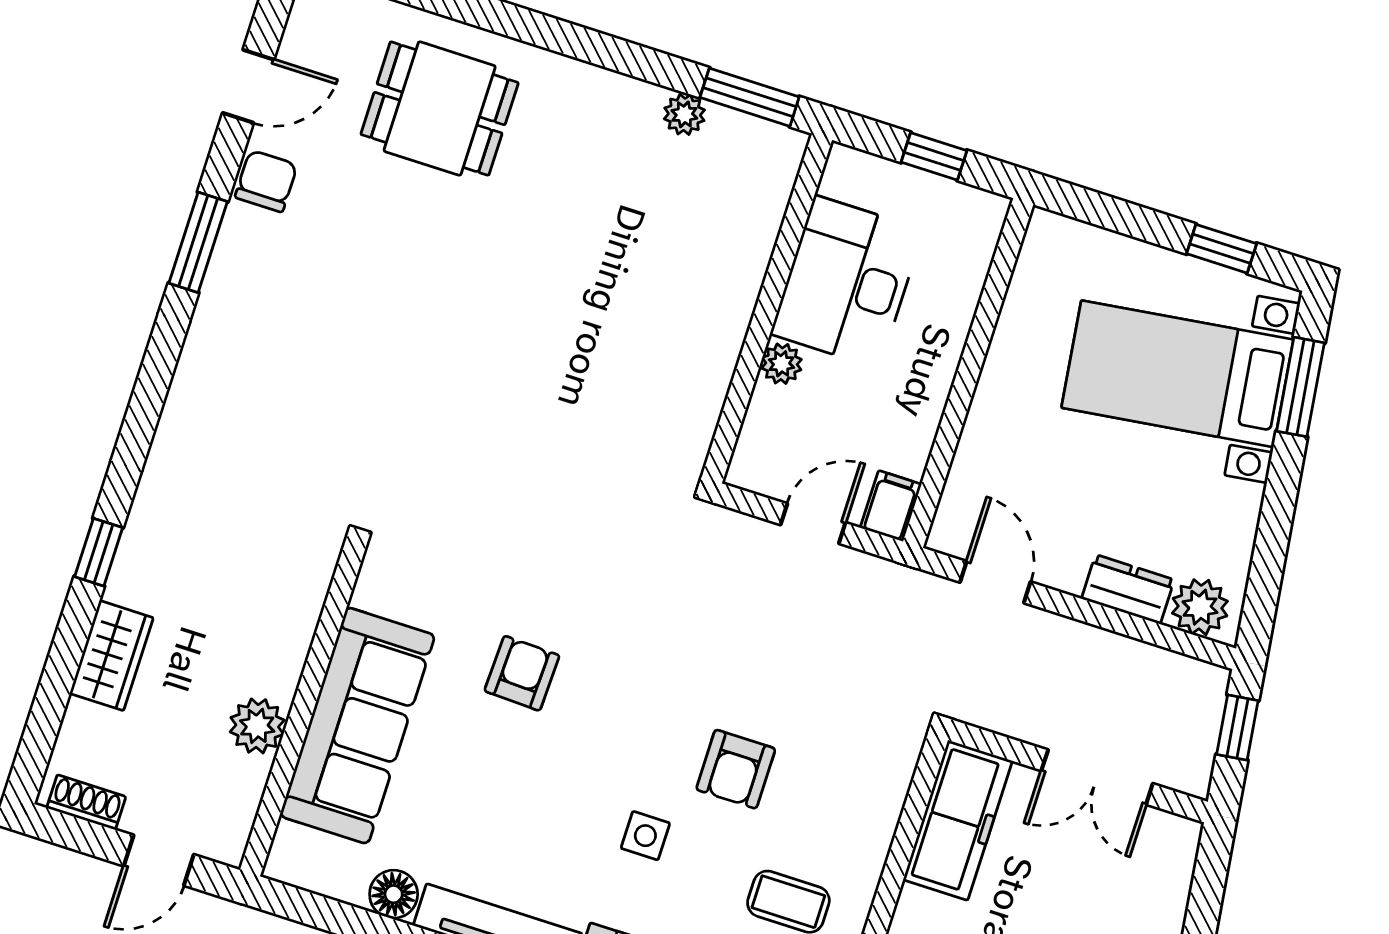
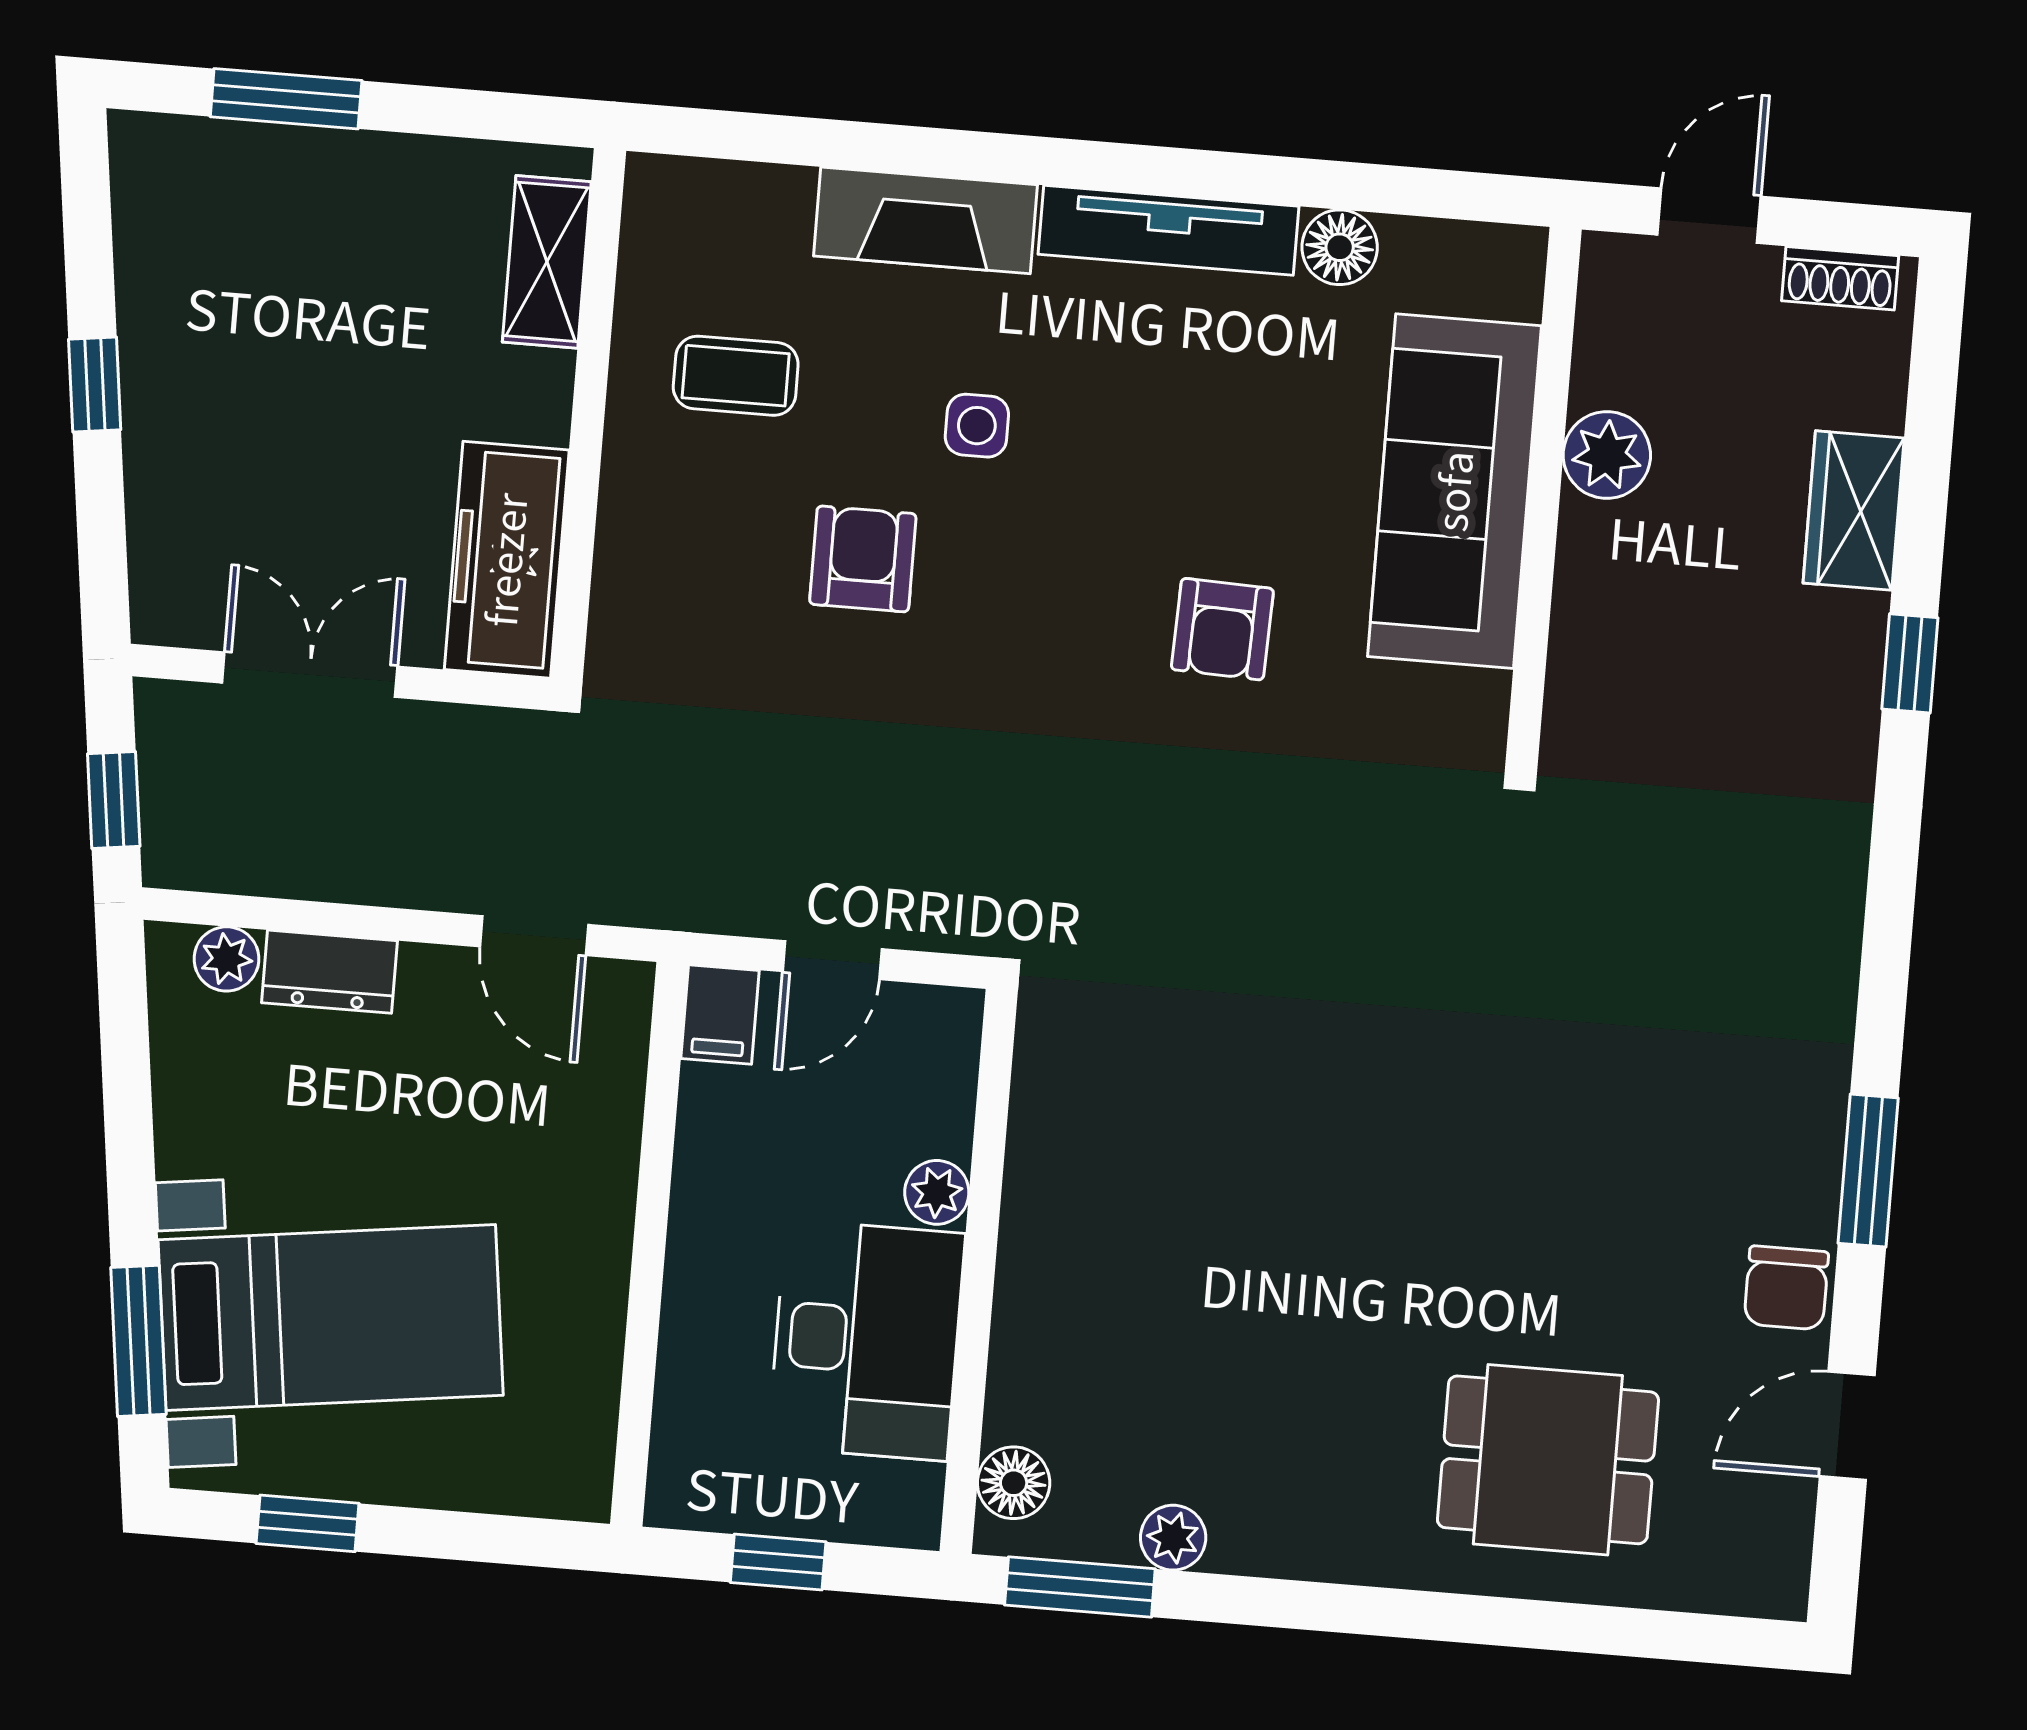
floor lamp: (776, 172) -> (1014, 1483), added
plant: (1200, 607) -> (226, 959), width x0.73, depth x0.73

